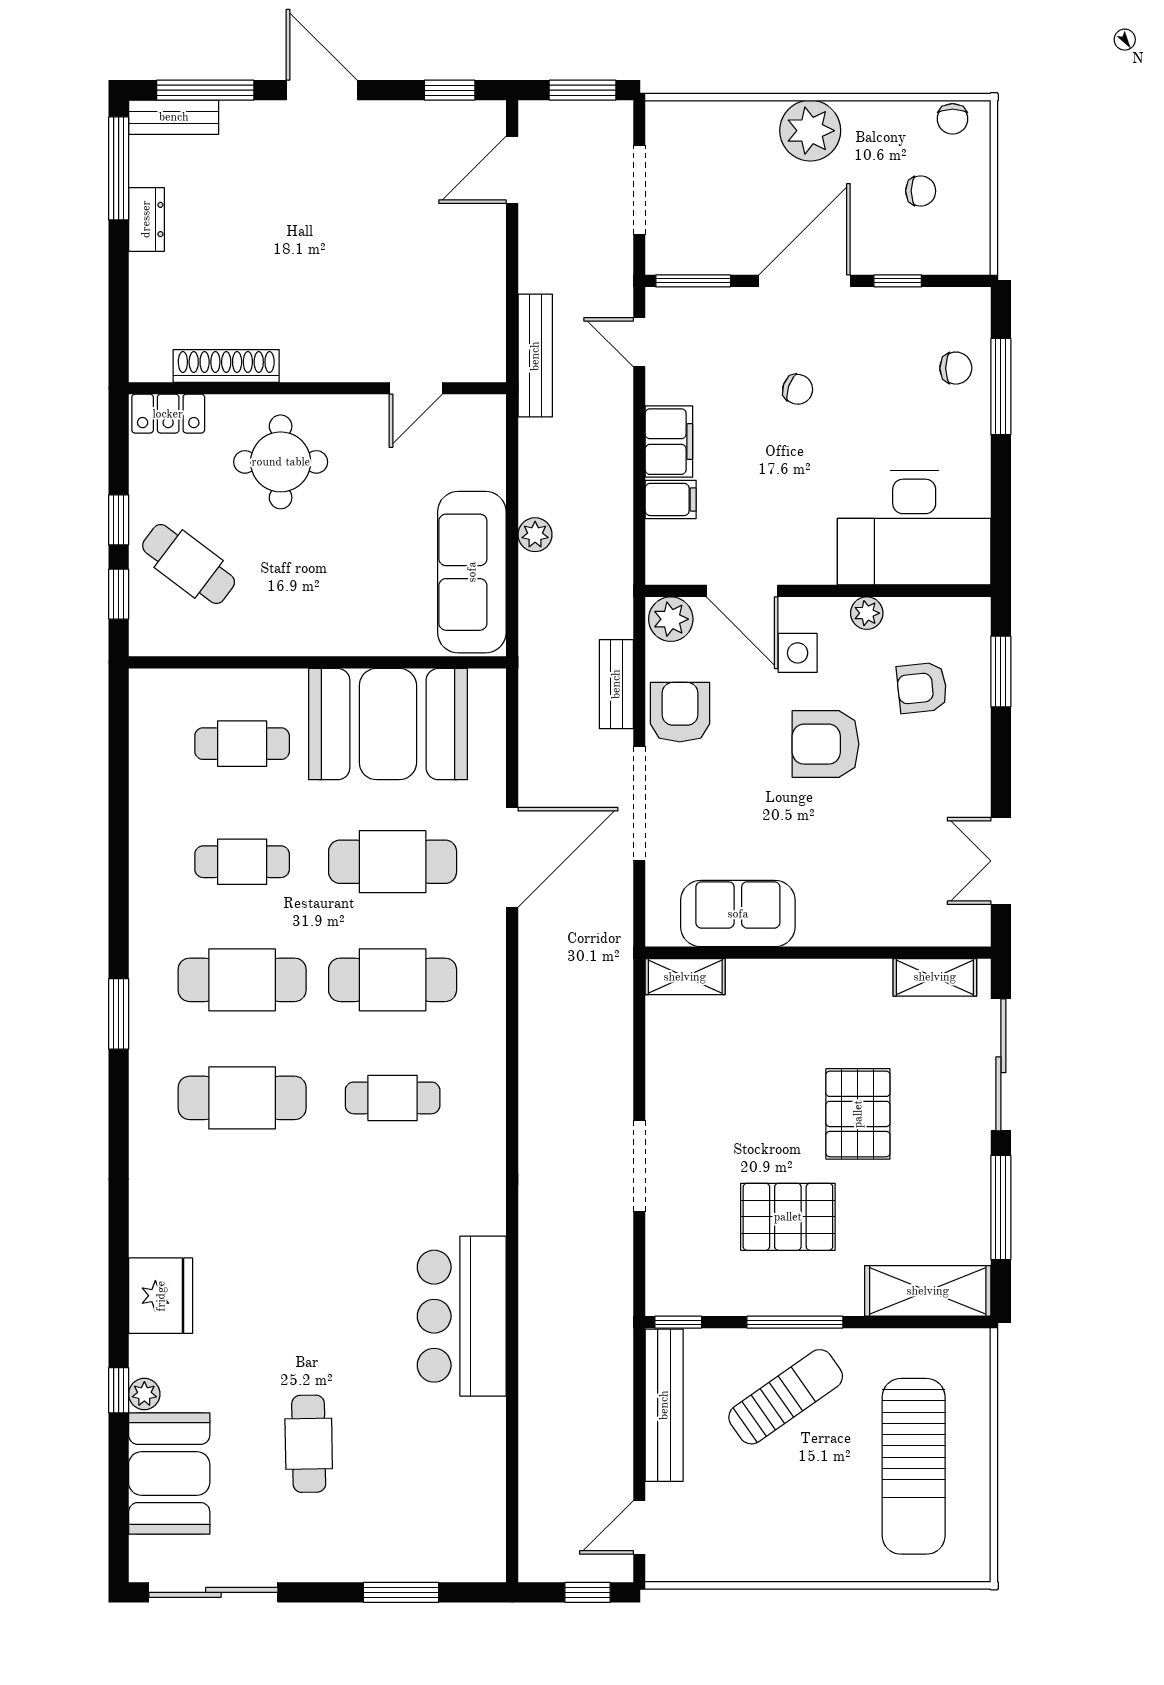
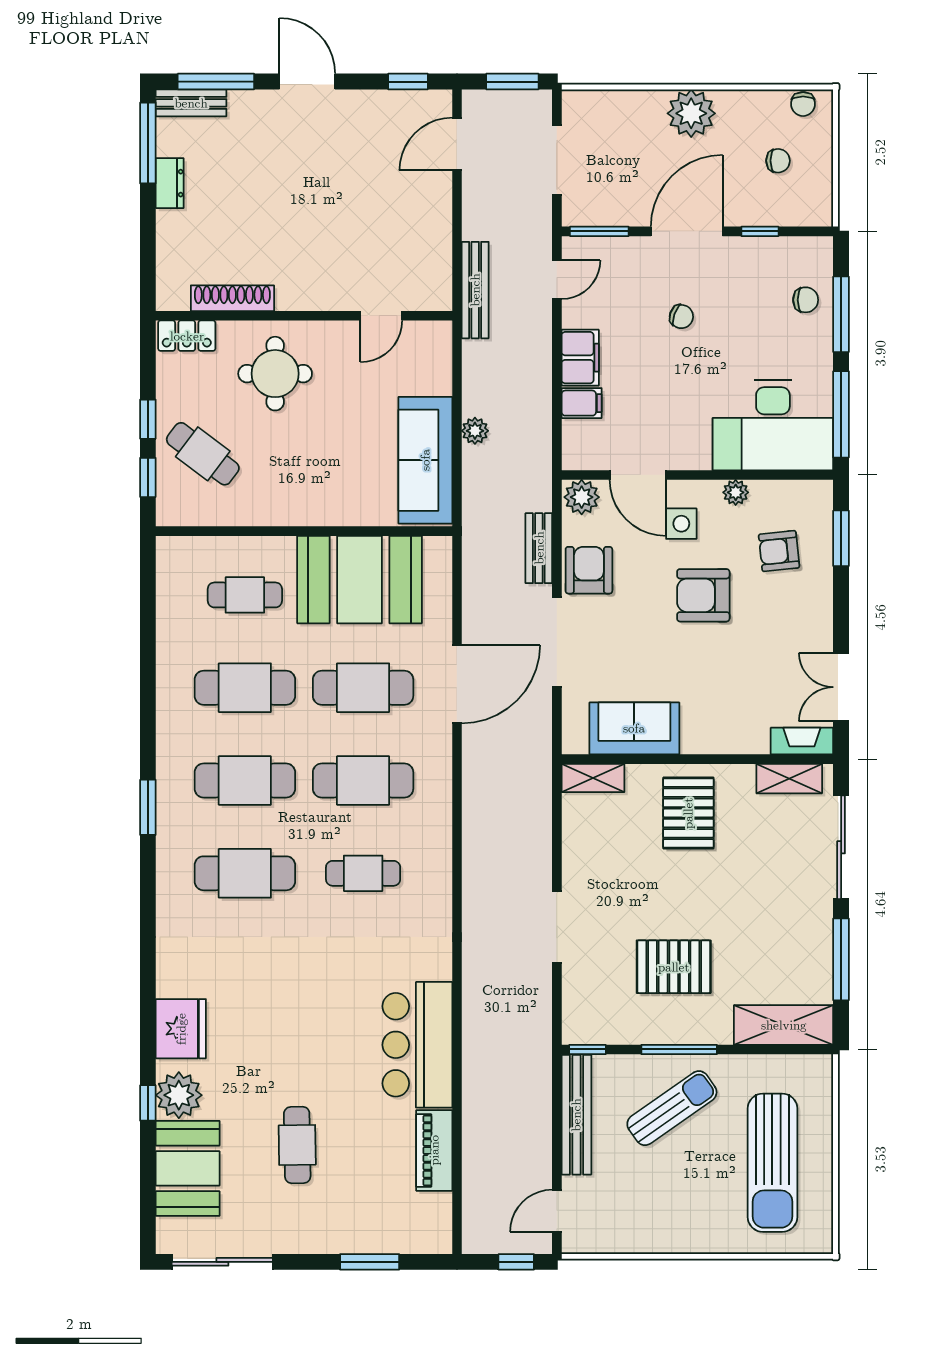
door: (639, 342) -> (557, 280), swing flipped
window: (1001, 514) -> (841, 414), added
cafe table: (242, 862) -> (245, 688), width x1.37, depth x1.35
fireplace: (951, 930) -> (802, 741), added
pallet: (858, 1114) -> (688, 813), moved
plant: (144, 1394) -> (179, 1095), width x1.88, depth x1.88
piano: (483, 1451) -> (434, 1150), added

